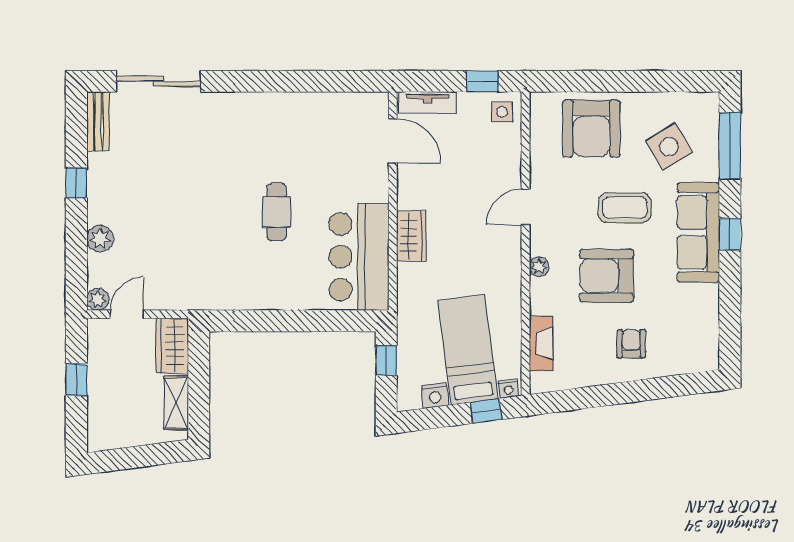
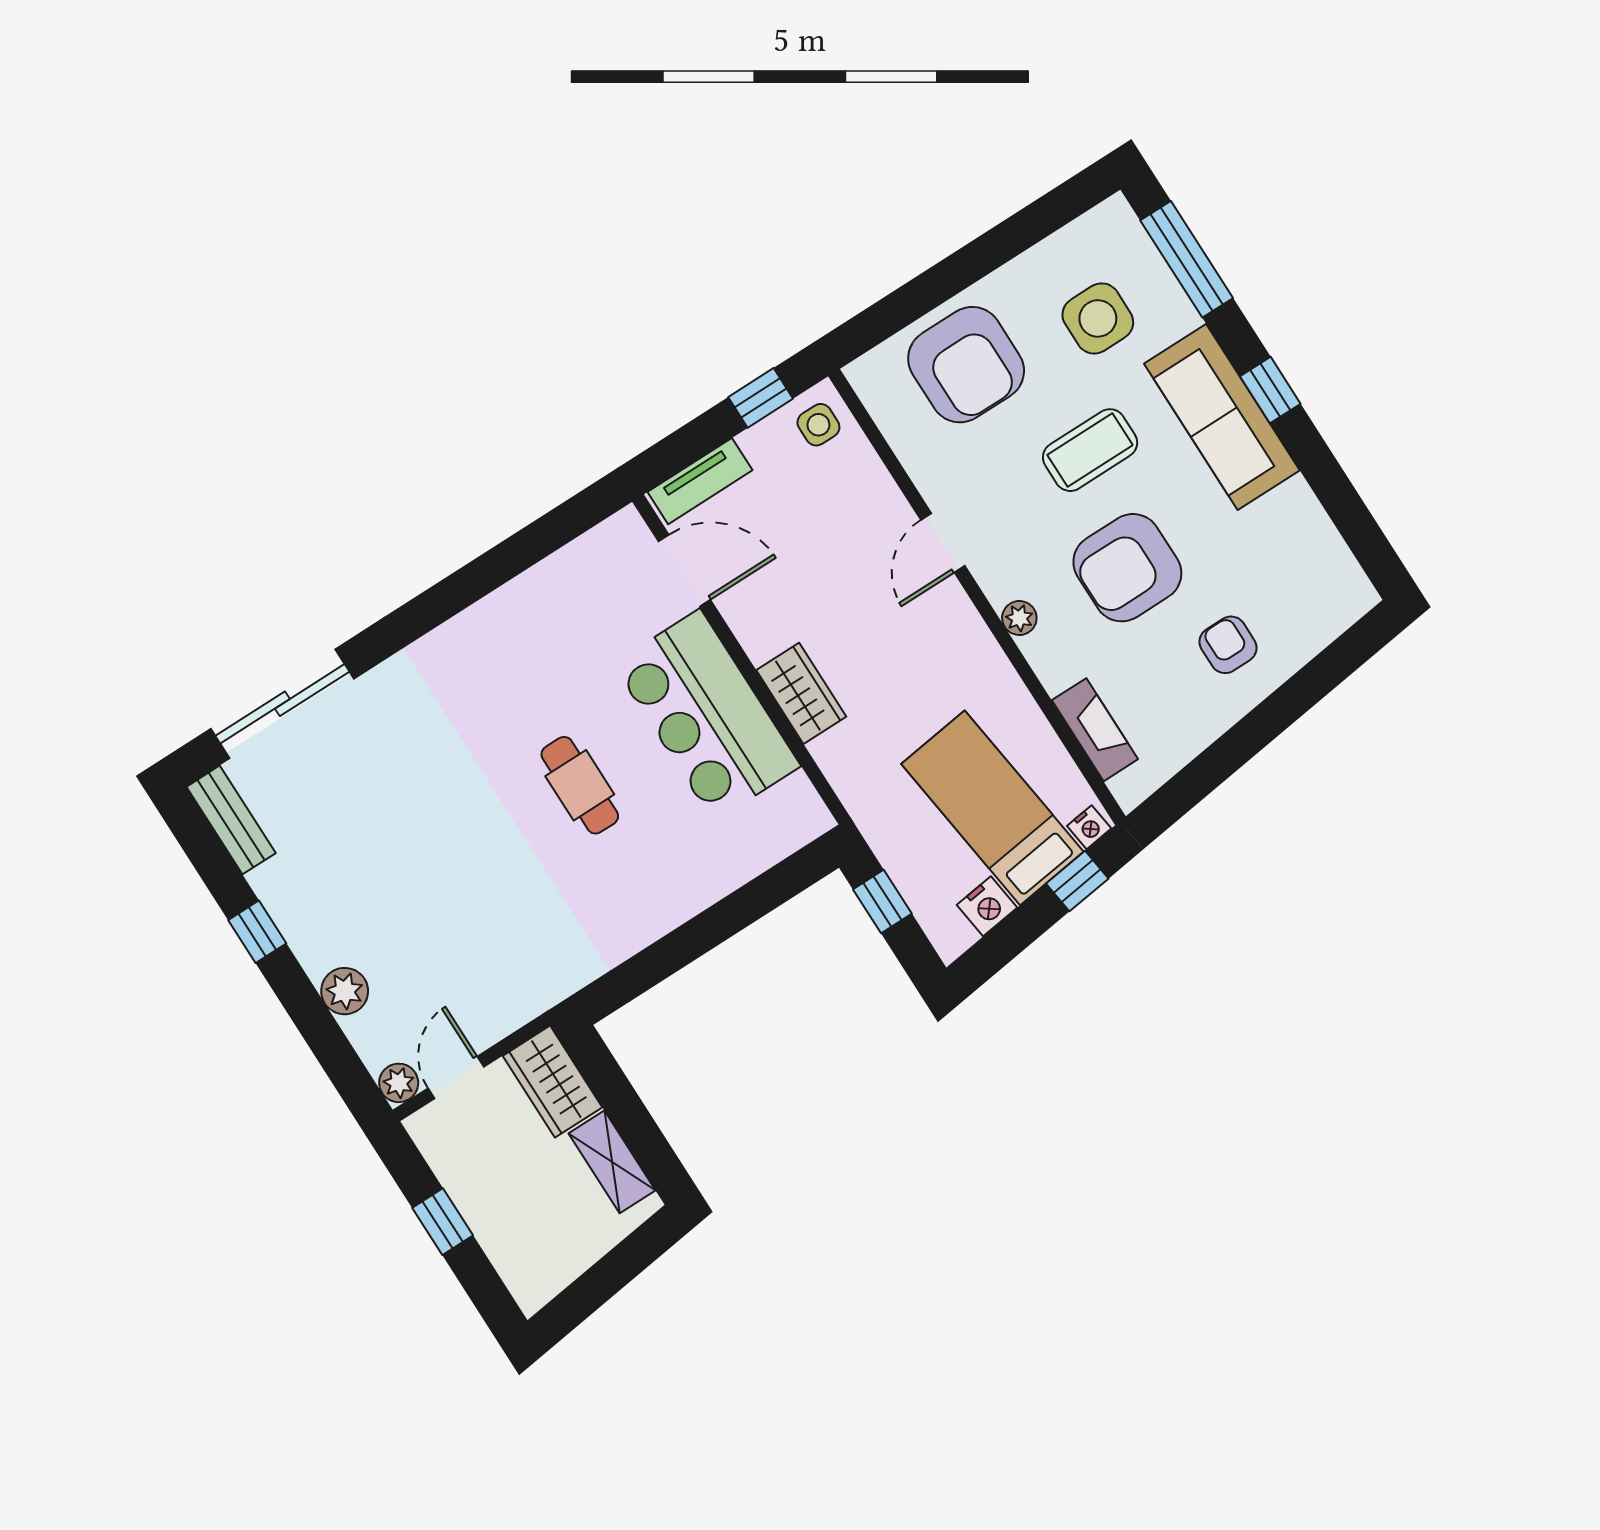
side table: (669, 147) -> (1098, 318), turned 31
bar counter: (359, 257) -> (707, 715), moved

